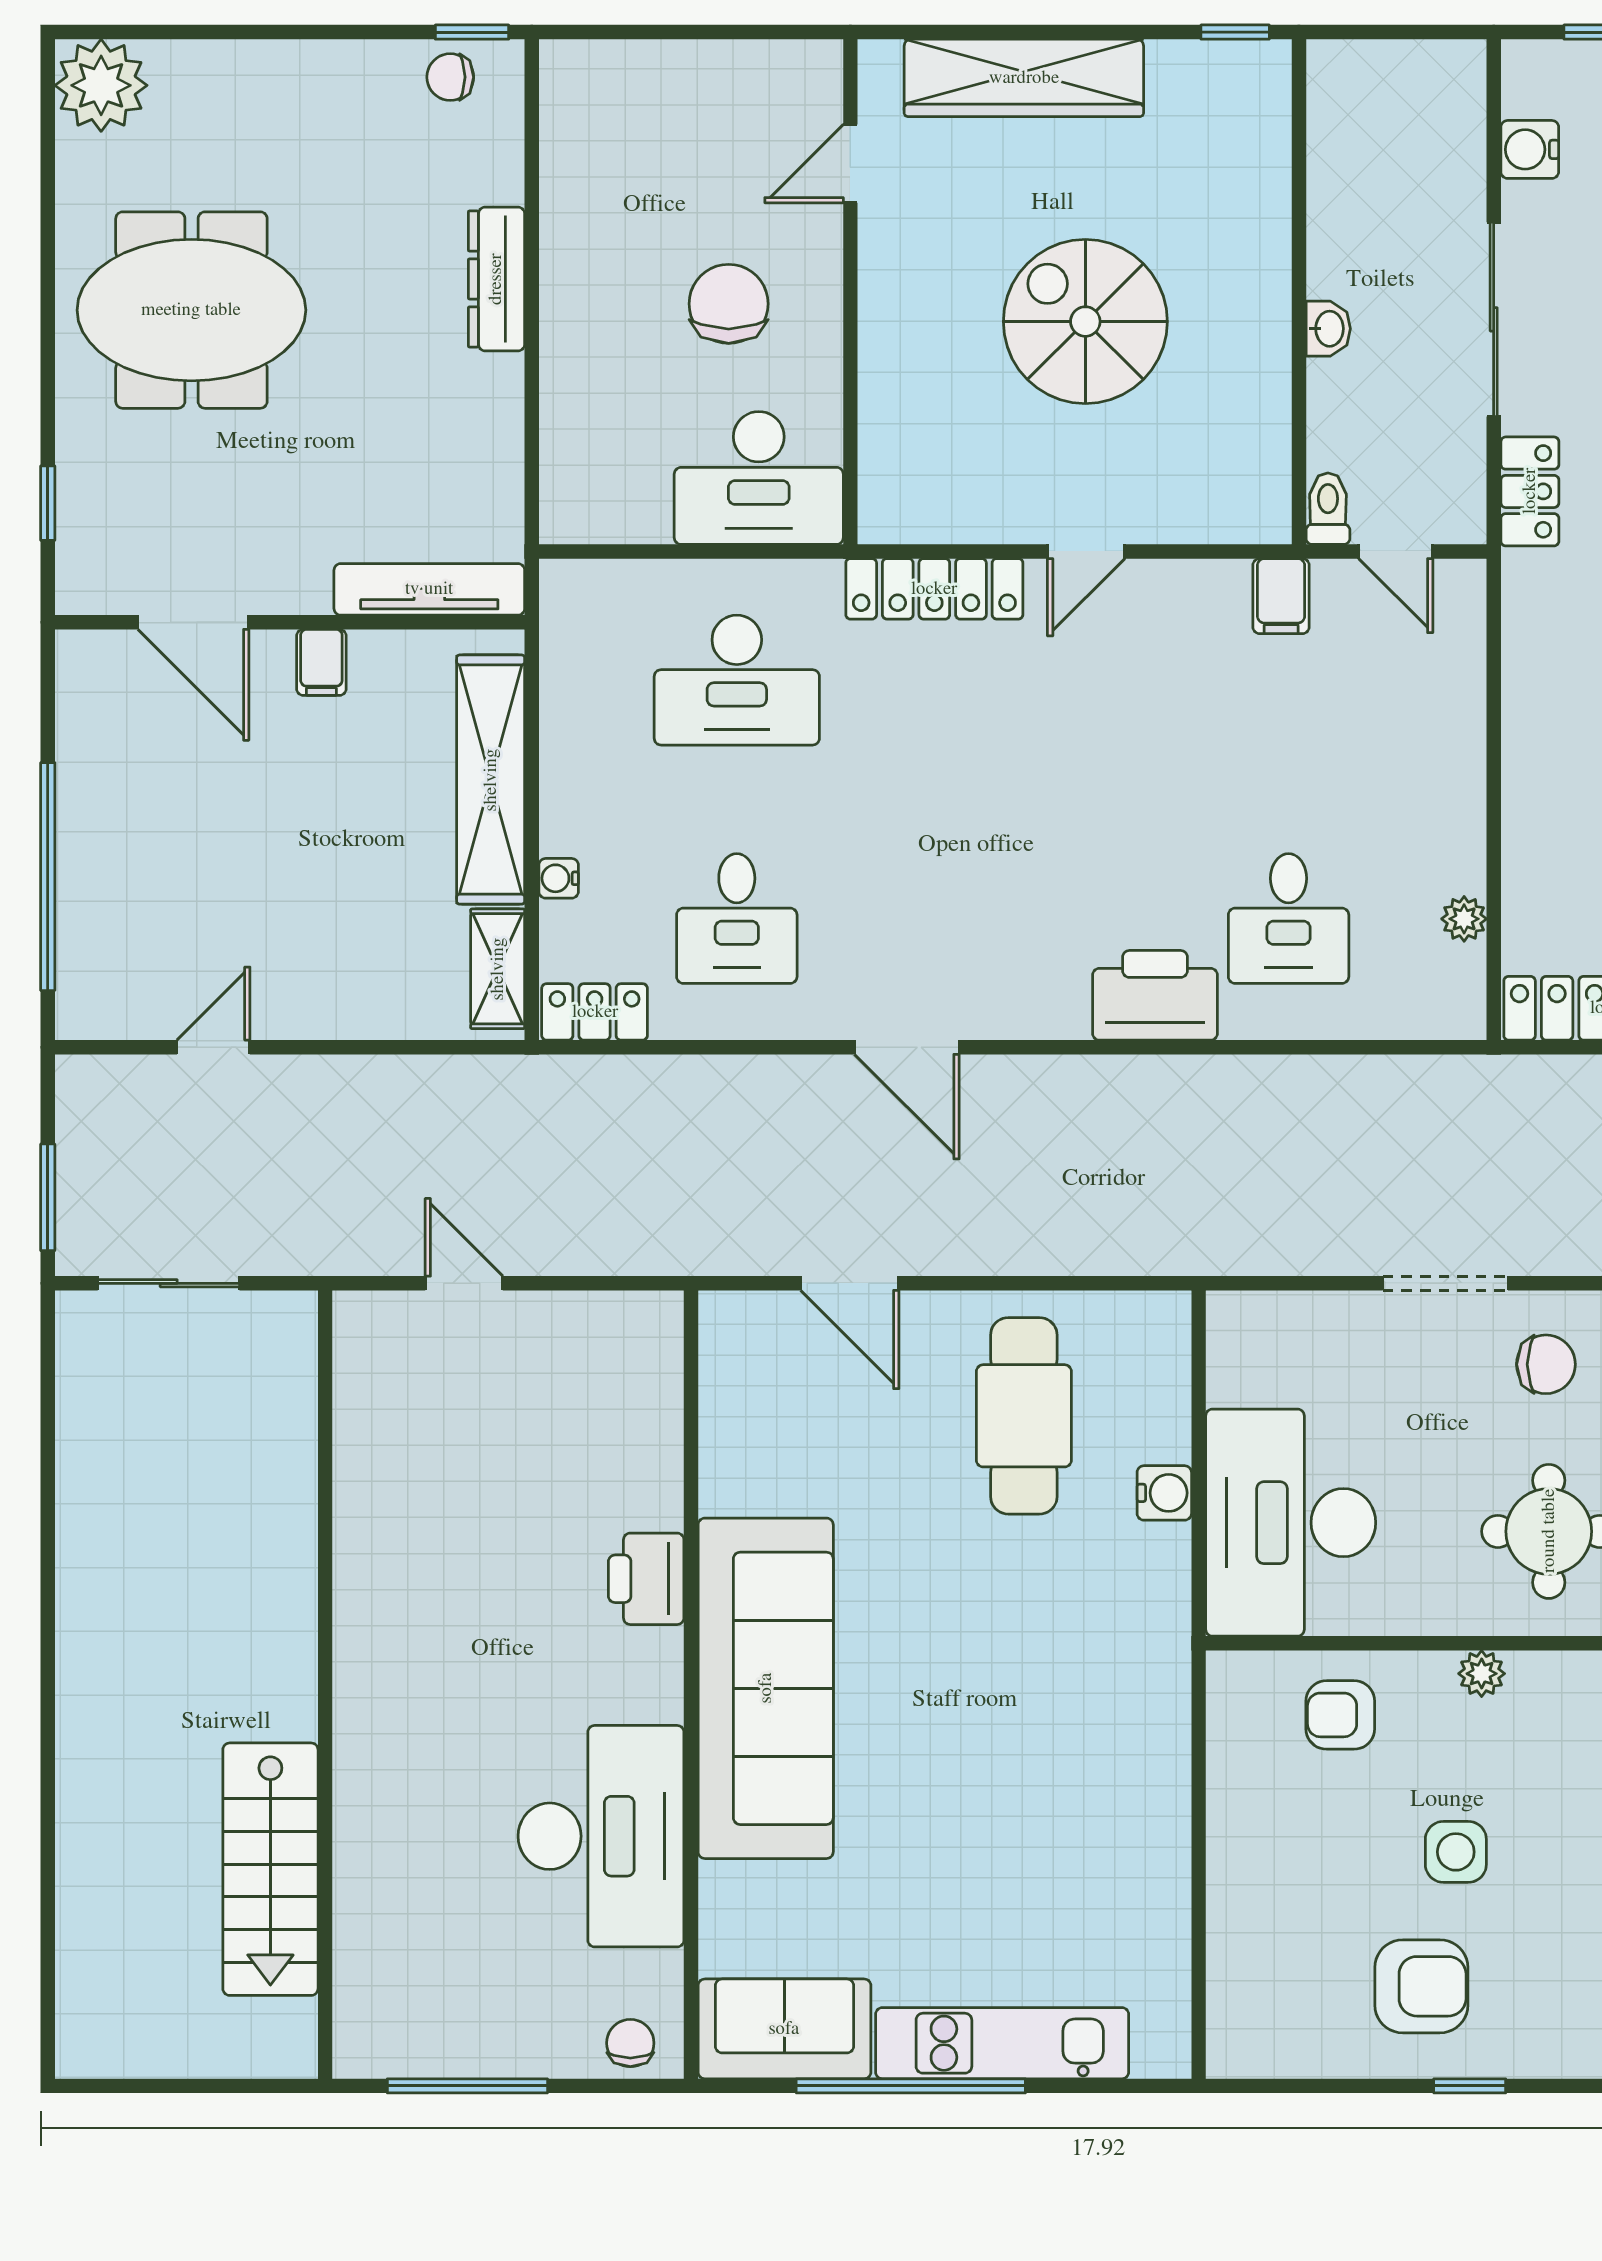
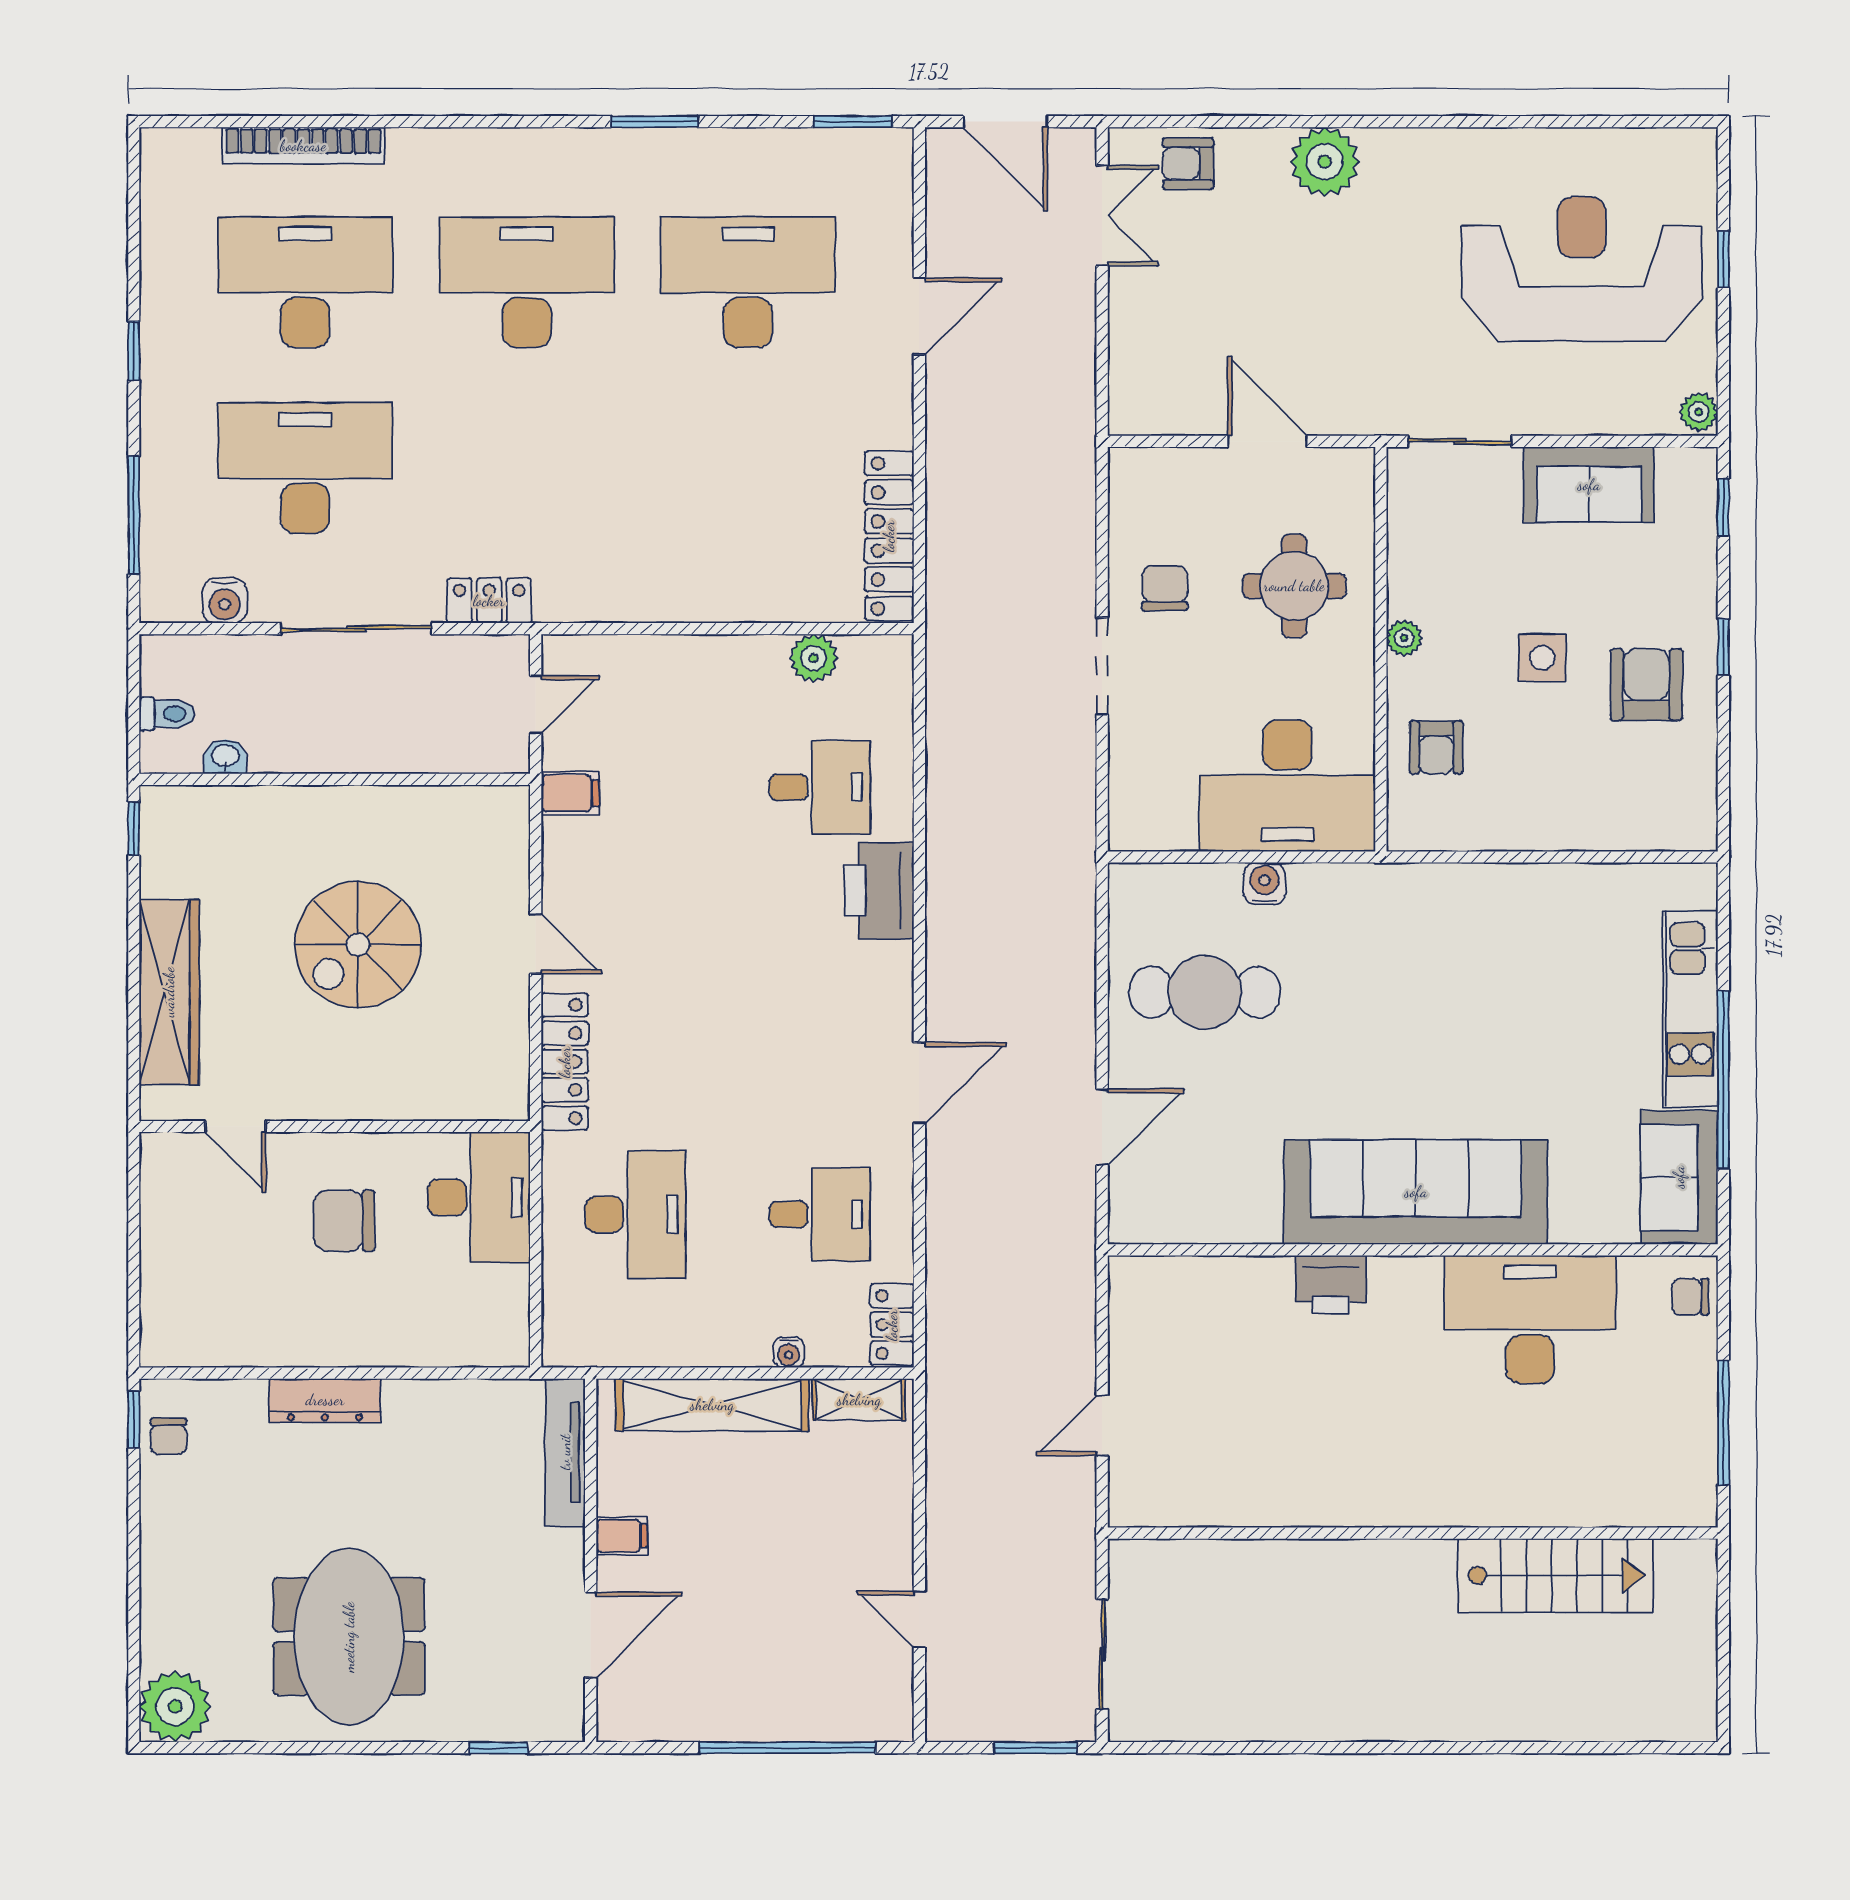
washbasin: (1328, 329) -> (225, 757), moved
toilet: (1328, 509) -> (167, 714), moved, turned 180
plant: (1464, 919) -> (814, 658), width x1.38, depth x1.38

